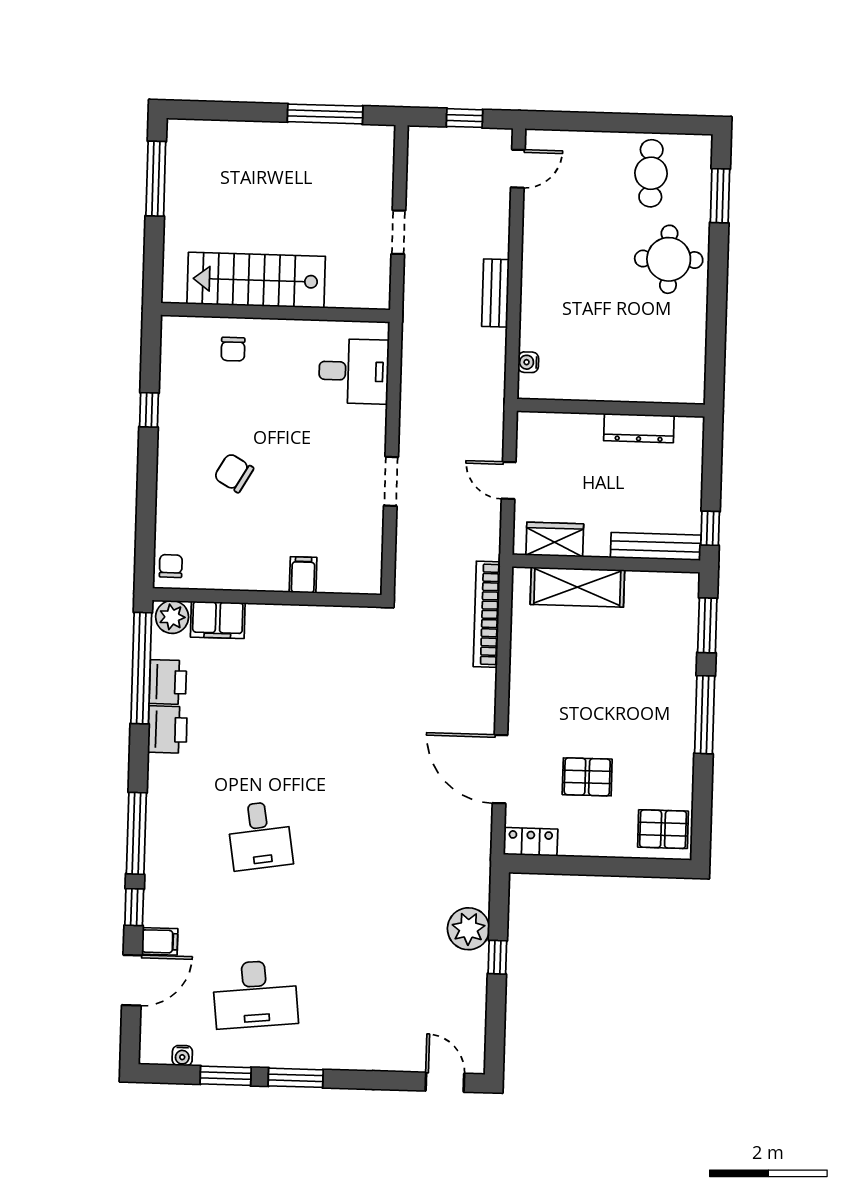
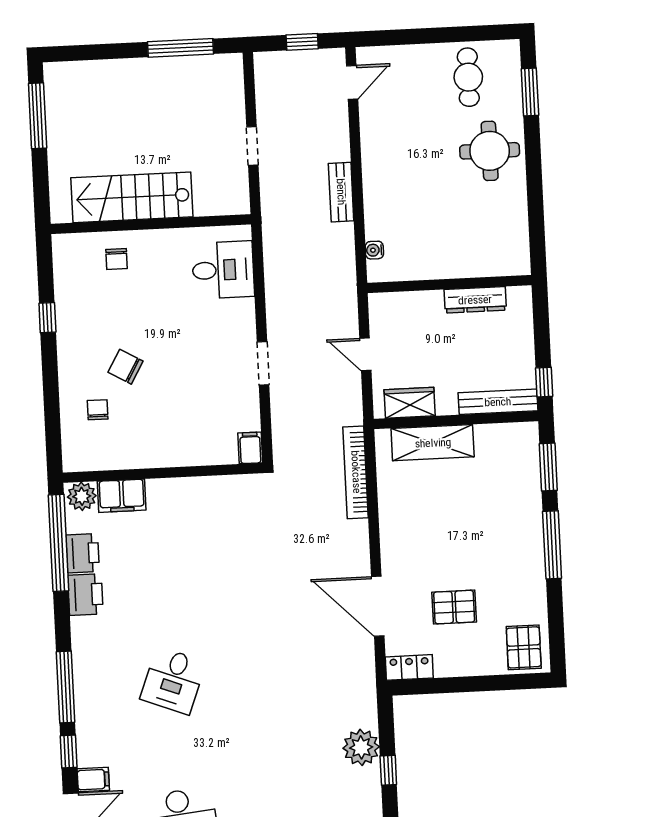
chair: (171, 566) -> (98, 410), moved
filing cabinet: (303, 575) -> (250, 448), moved
pallet: (663, 829) -> (524, 647), turned 90
desk: (260, 836) -> (173, 681), turned 30

